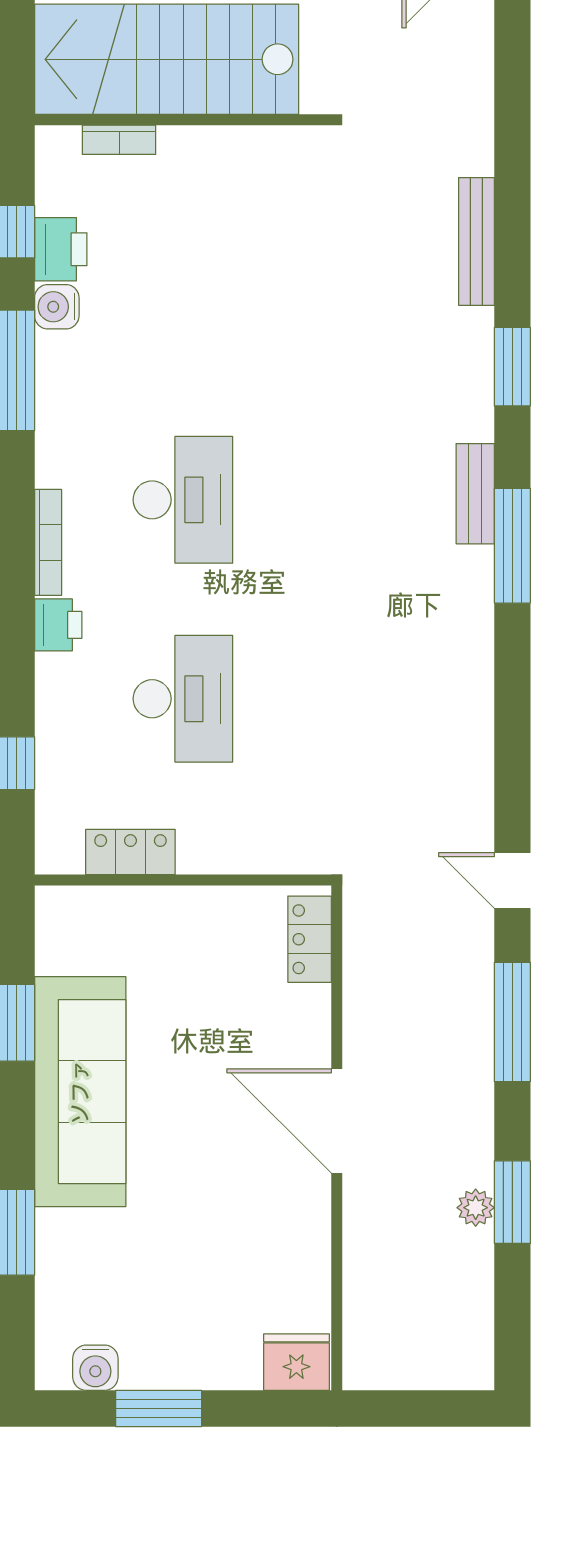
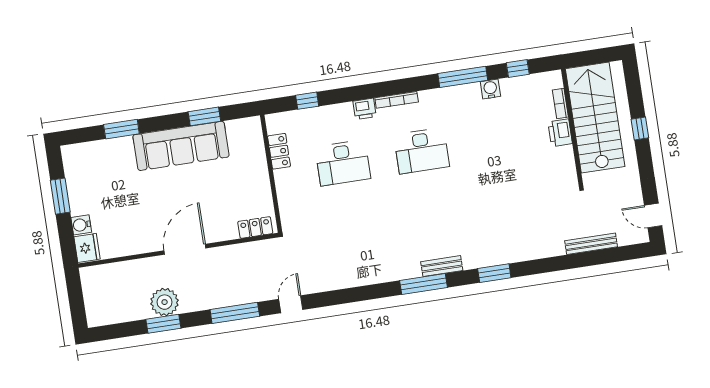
bench: (476, 241) -> (591, 244), moved
printer: (61, 249) -> (560, 133), moved, turned 90
plant: (476, 1208) -> (165, 302), width x1.87, depth x1.87
water cooler: (95, 1368) -> (81, 225), moved

